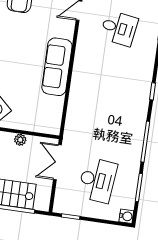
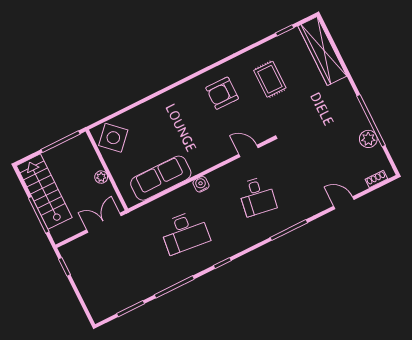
sofa: (57, 67) -> (161, 178), moved
desk: (97, 180) -> (185, 232), moved
water cooler: (126, 216) -> (201, 184), moved, turned 180

